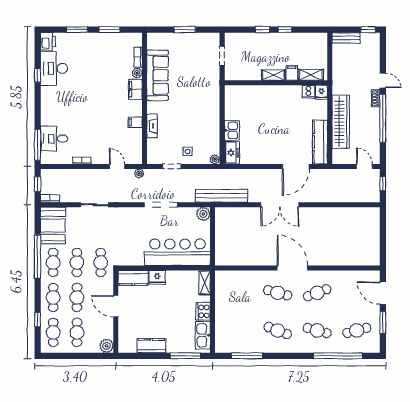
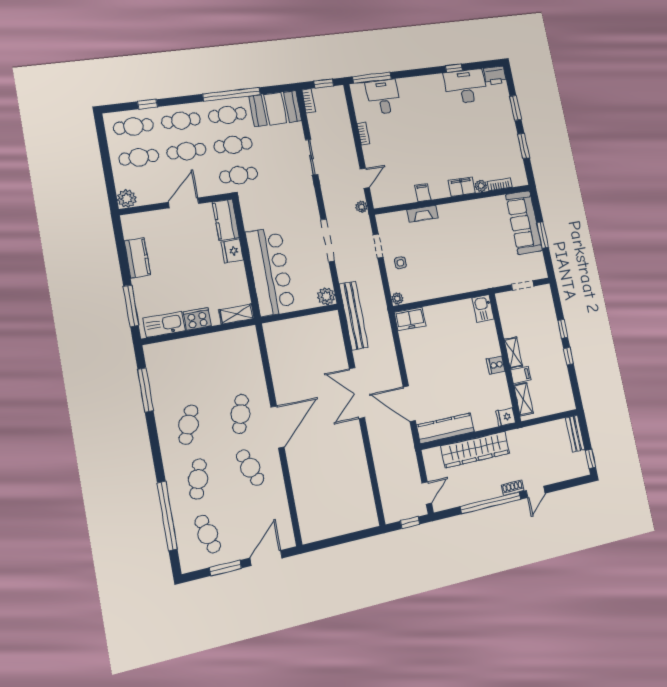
sofa: (158, 75) -> (524, 222), moved, turned 90
cooker: (308, 92) -> (496, 365), moved
kitchen sink: (232, 130) -> (483, 309), moved, turned 90

